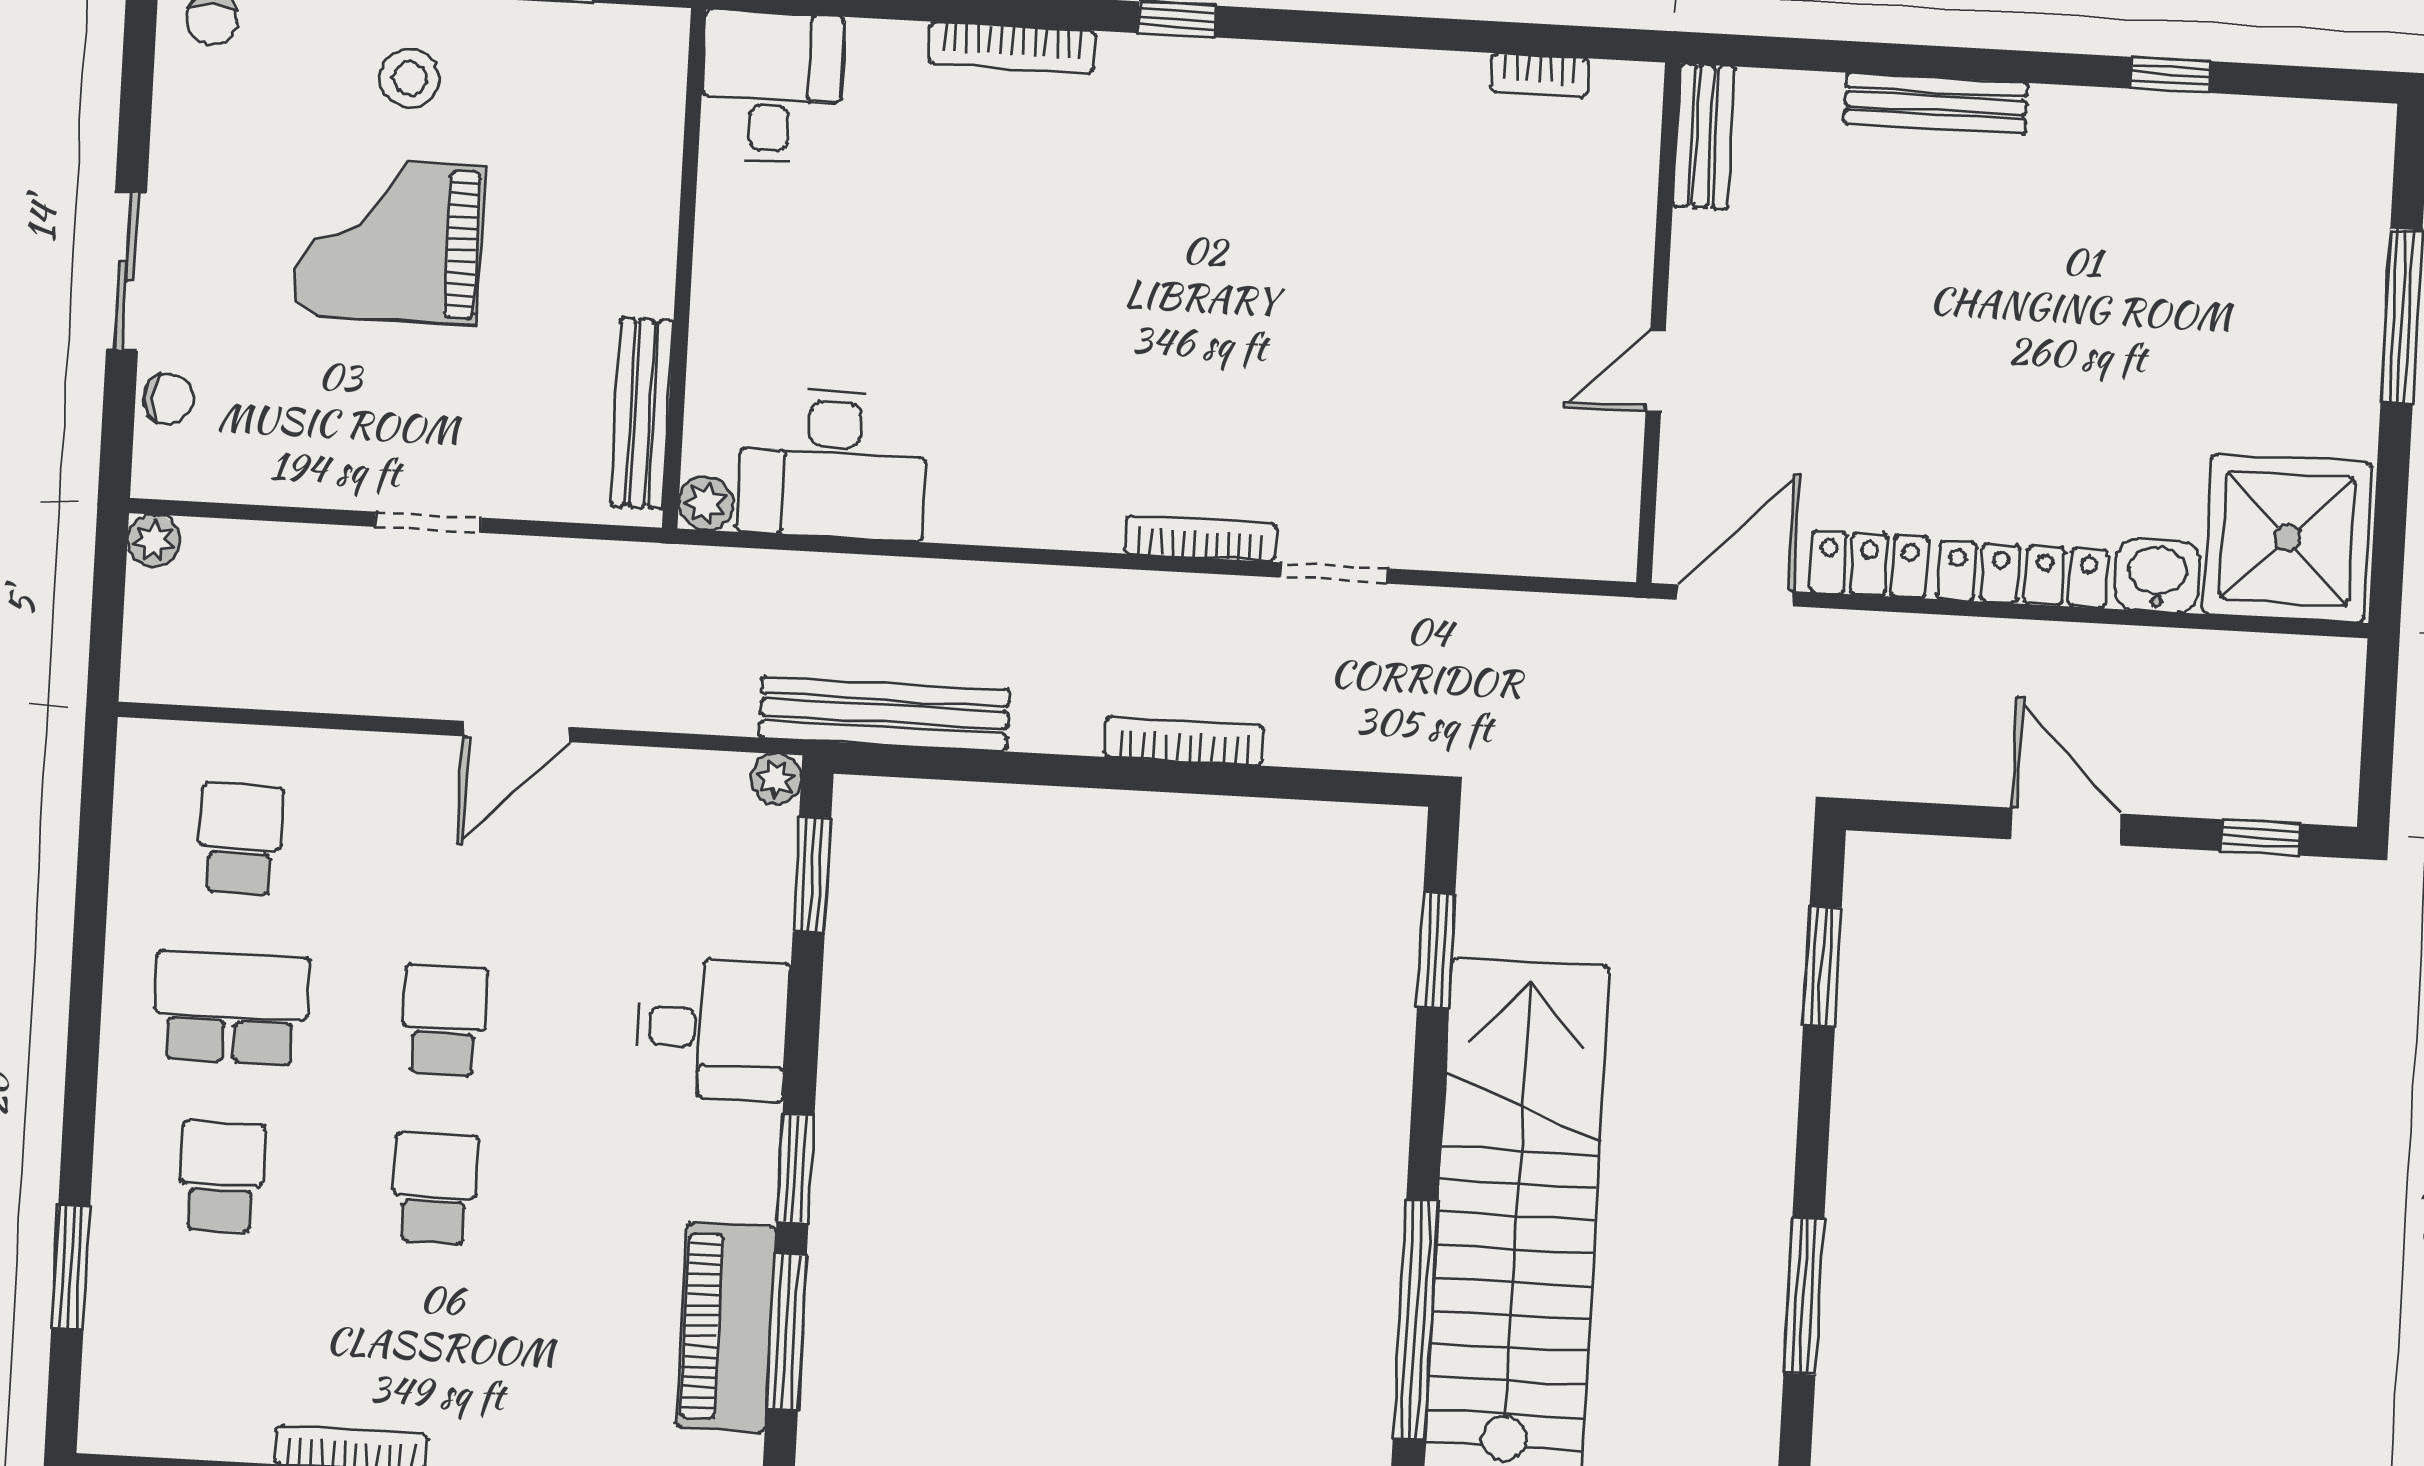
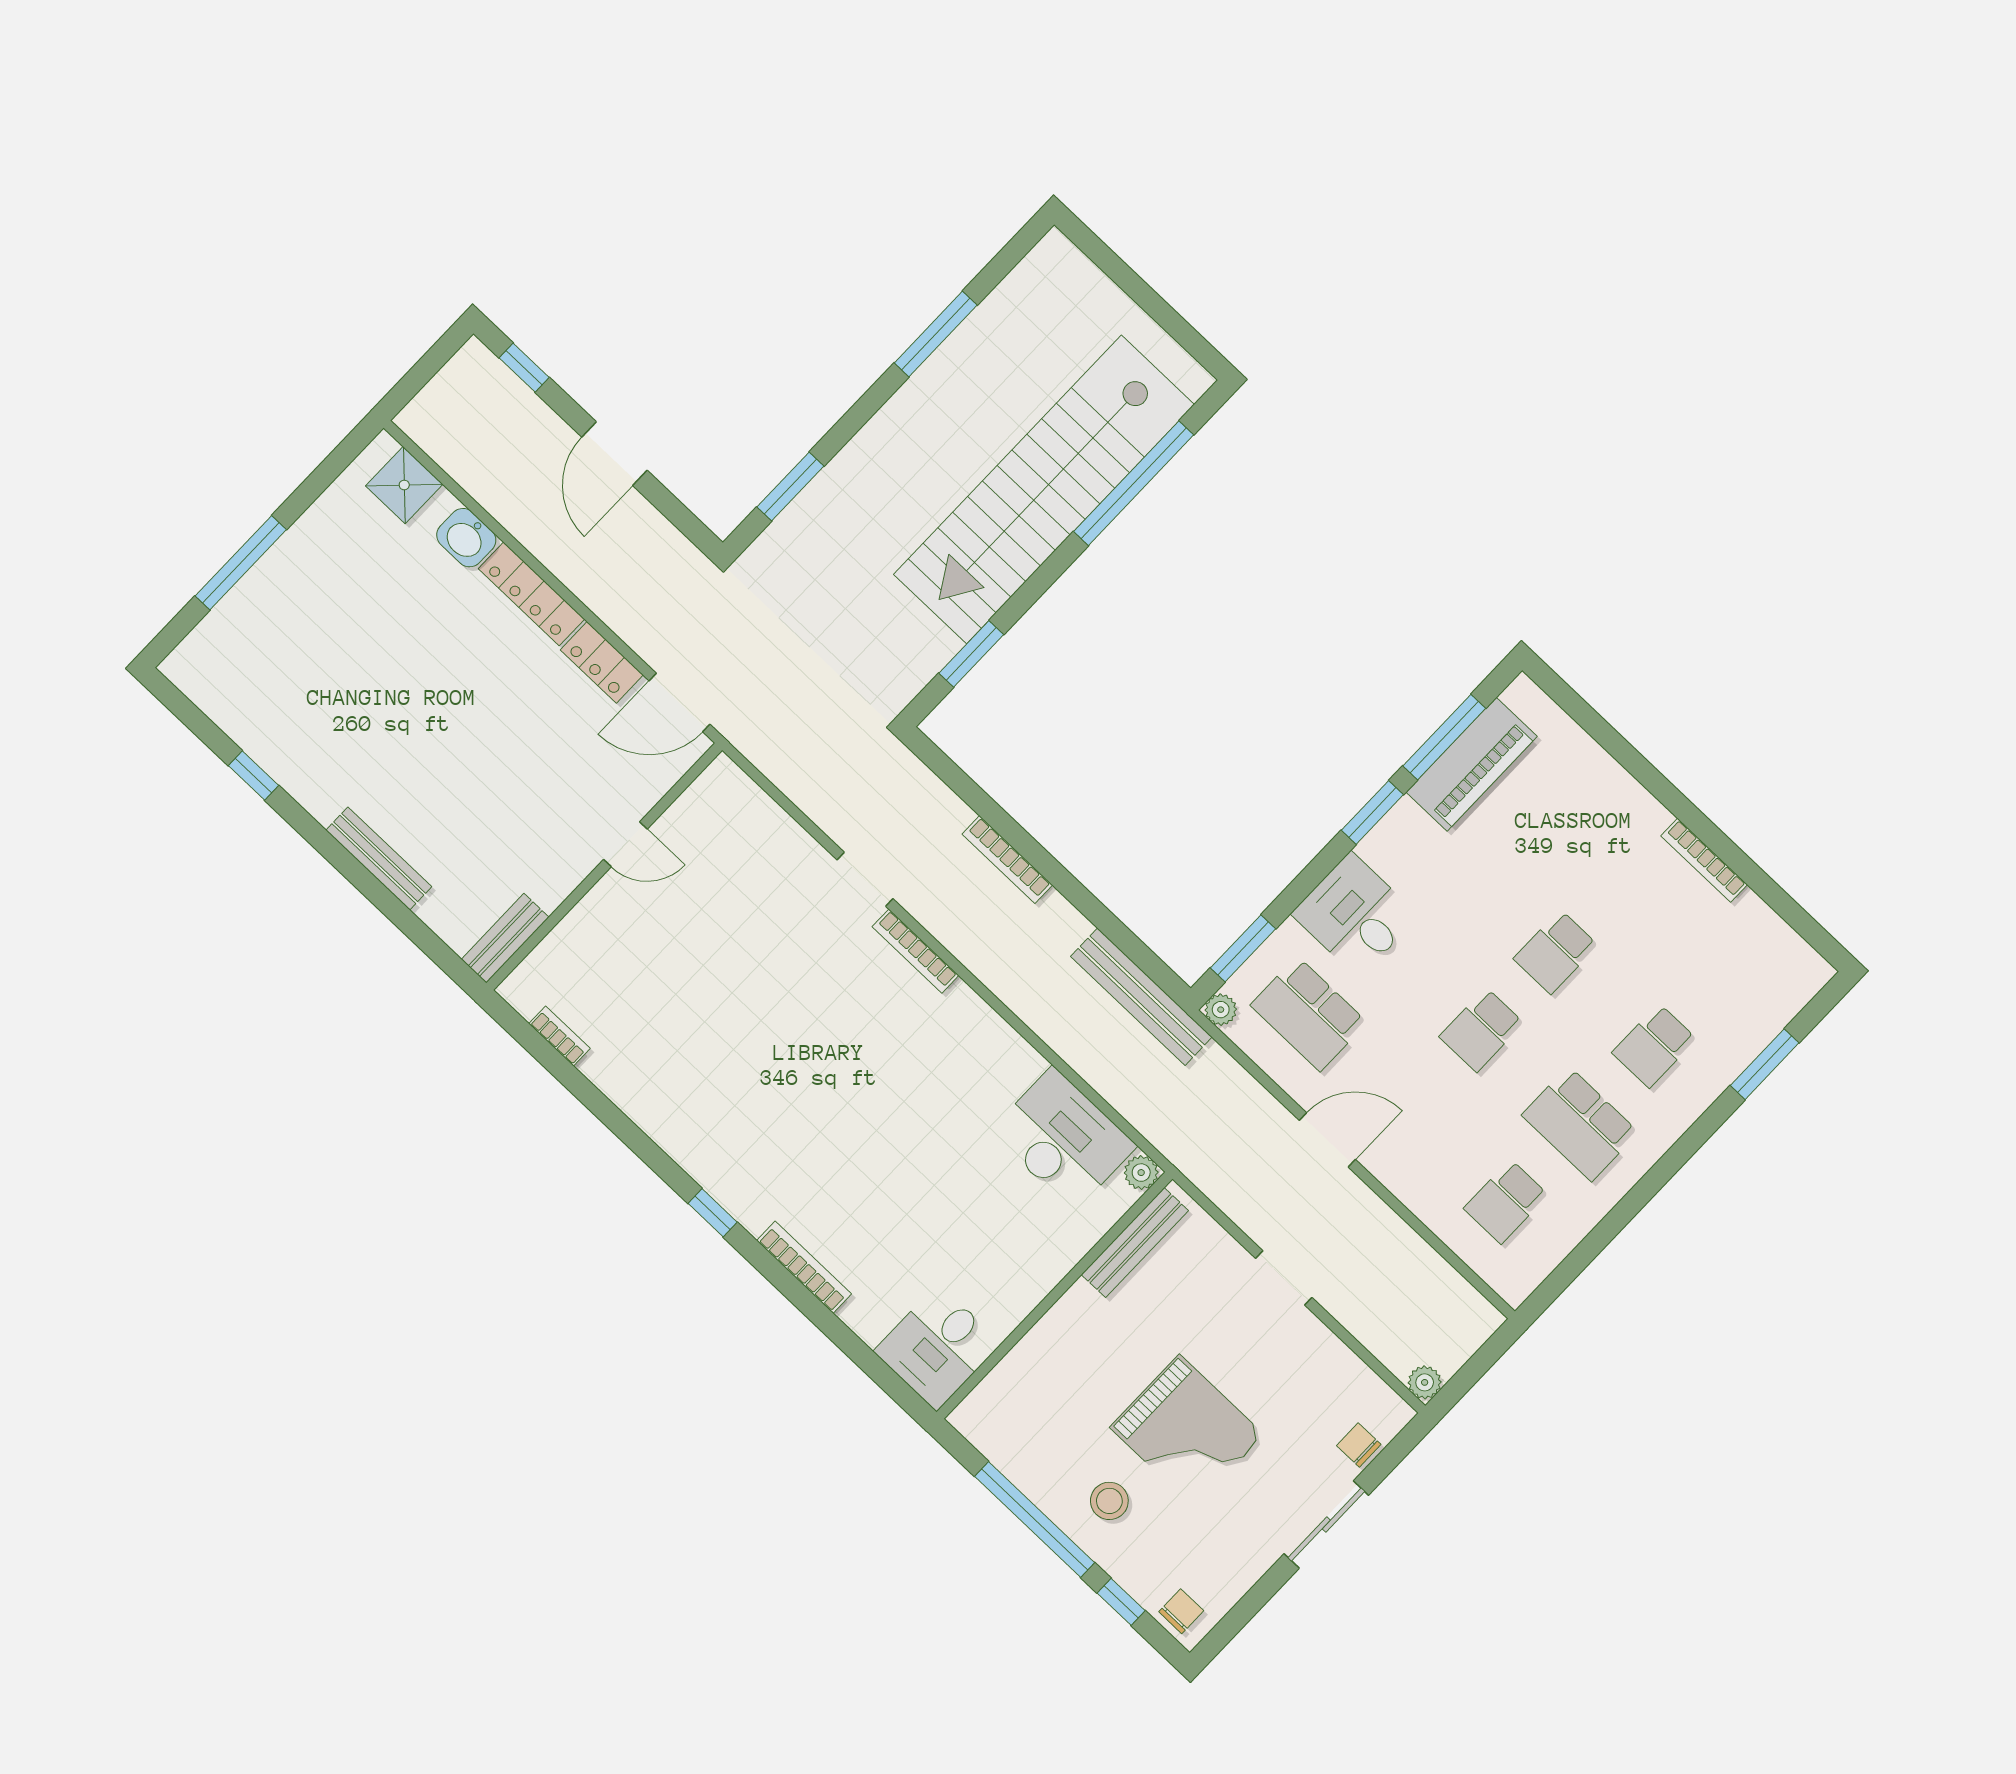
shower: (2287, 538) -> (404, 485), width x0.54, depth x0.54
school desk: (667, 863) -> (1309, 1014), added

